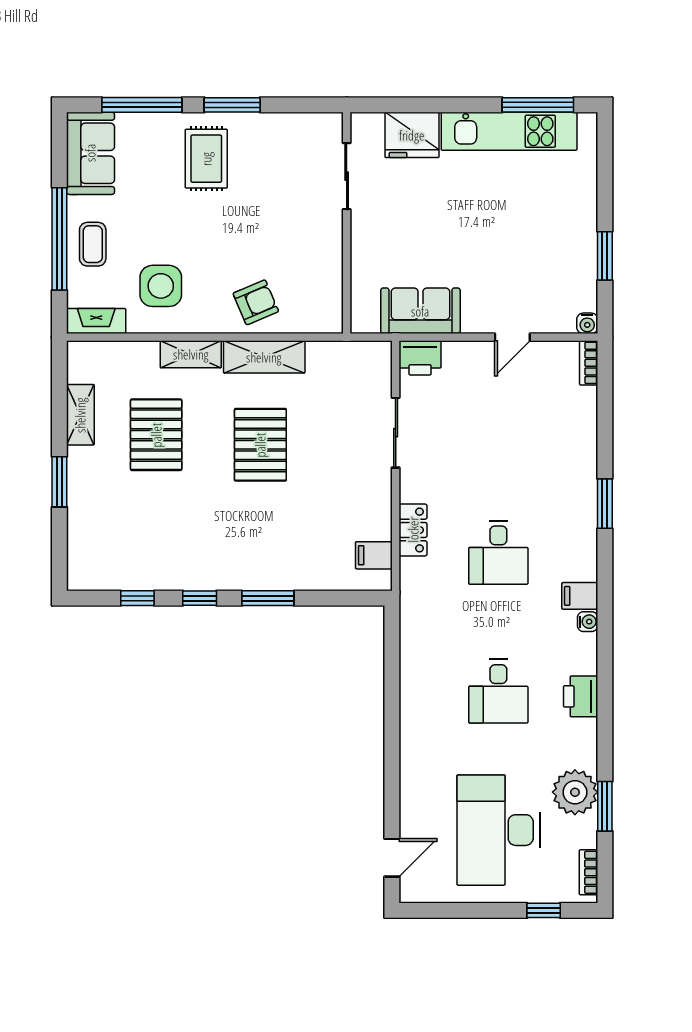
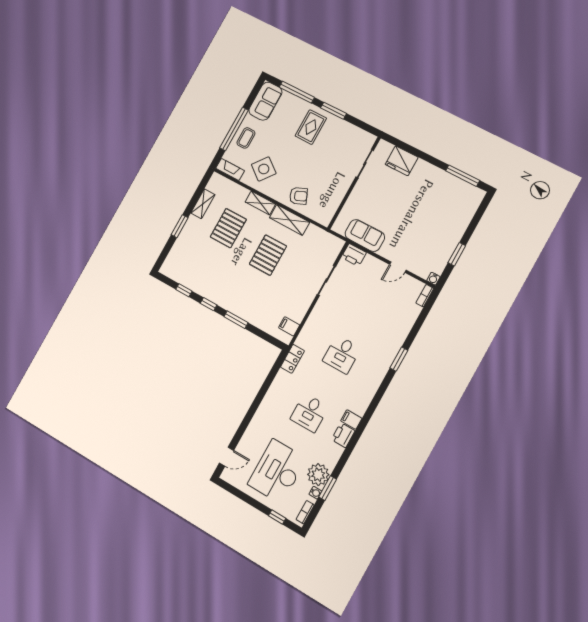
kitchen unit: (509, 131) -> (444, 180), removed
side table: (161, 286) -> (264, 169), turned 38
locker: (413, 530) -> (292, 359), moved
filing cabinet: (580, 596) -> (351, 420), moved
water cooler: (588, 622) -> (315, 493), moved

